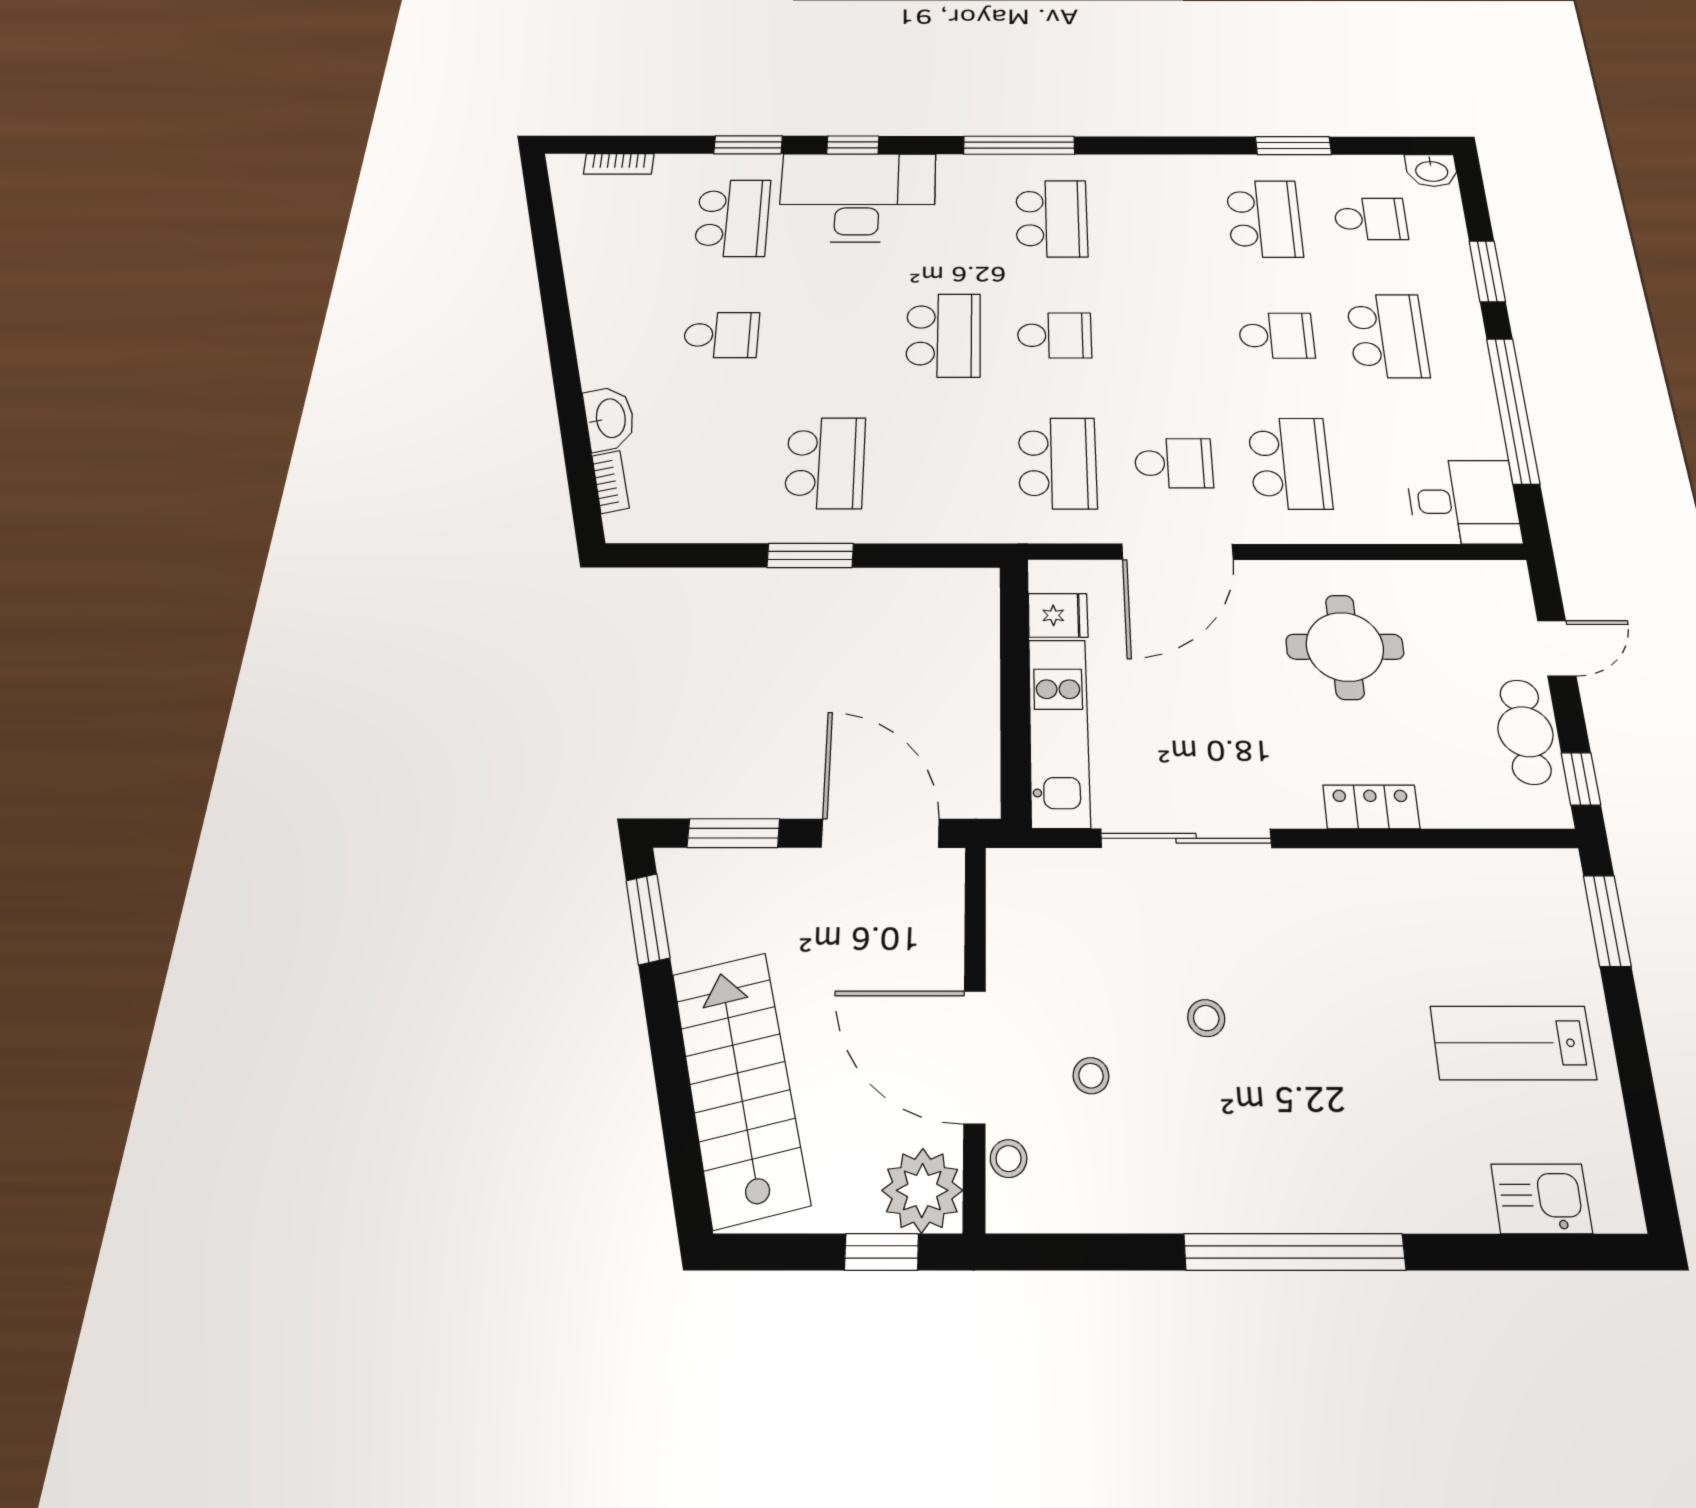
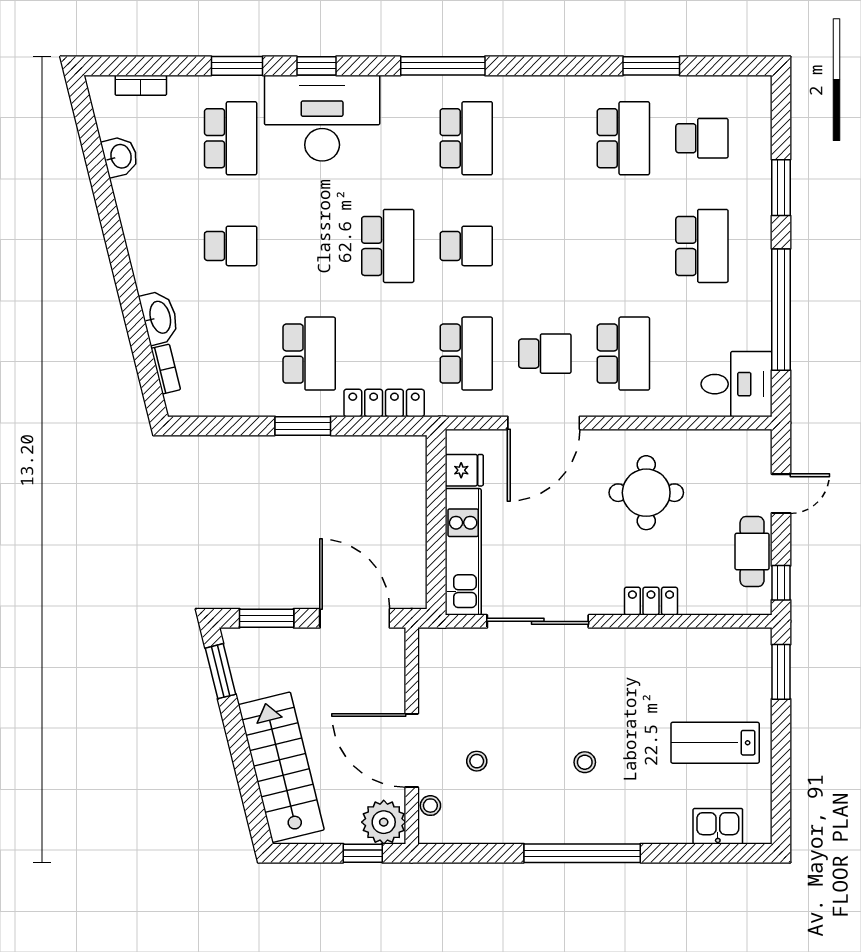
washbasin: (1432, 170) -> (120, 156), moved, turned -104
school desk: (1276, 336) -> (623, 246), removed
locker: (935, 526) -> (384, 403), added
stool: (1206, 1018) -> (585, 762), moved

